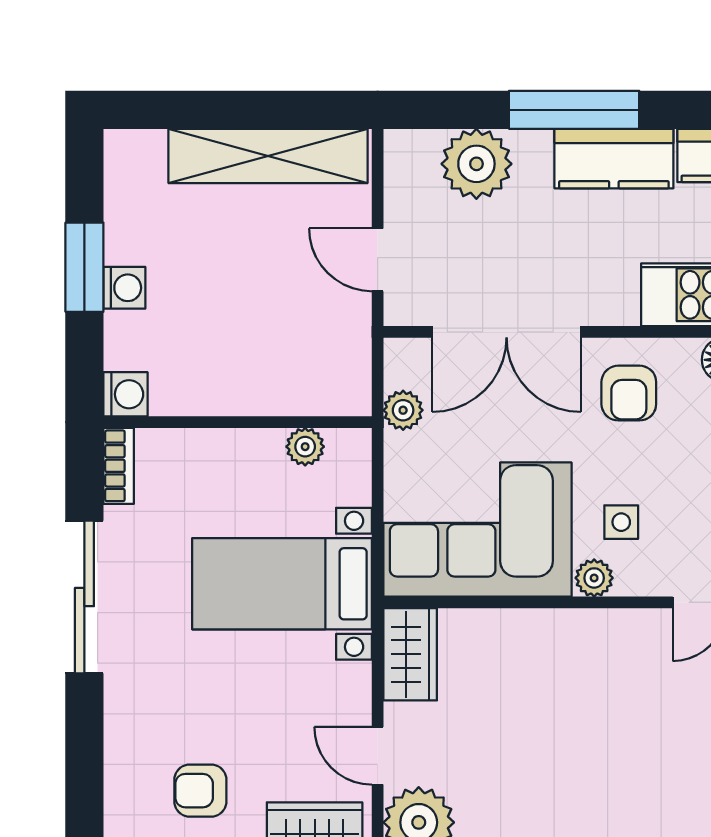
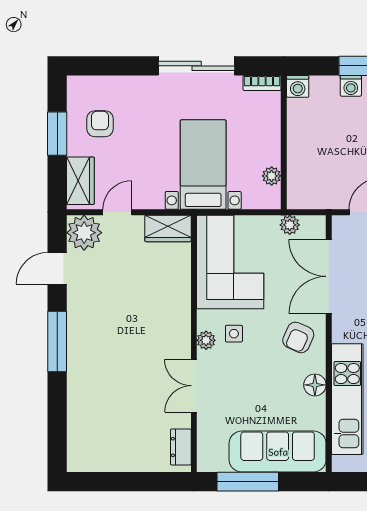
armchair: (629, 393) -> (298, 337), turned -66
plant: (594, 578) -> (206, 340), moved

